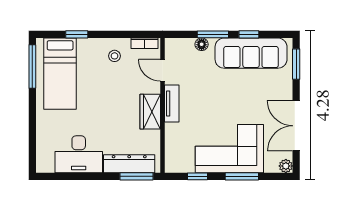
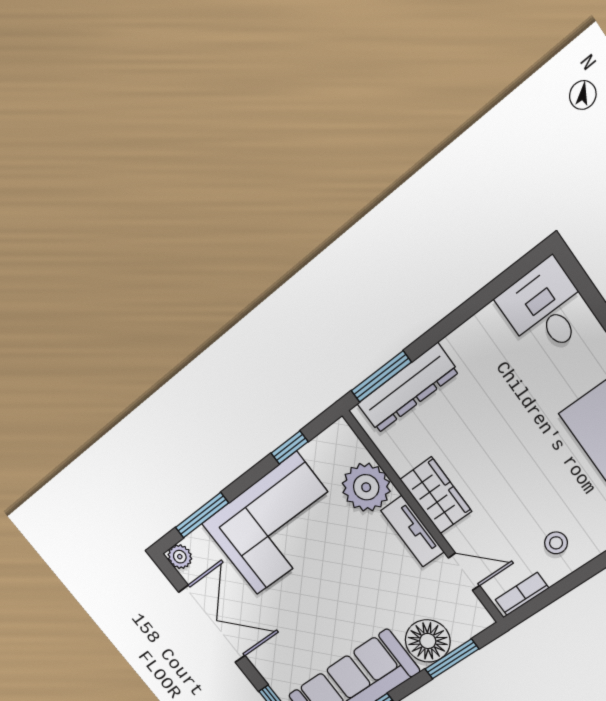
window: (213, 34) -> (452, 659), moved
floor lamp: (202, 44) -> (428, 641), width x1.89, depth x1.89
plant: (177, 136) -> (366, 487), added
desk: (79, 154) -> (545, 309), moved, width x0.73
window: (242, 176) -> (202, 515), moved

